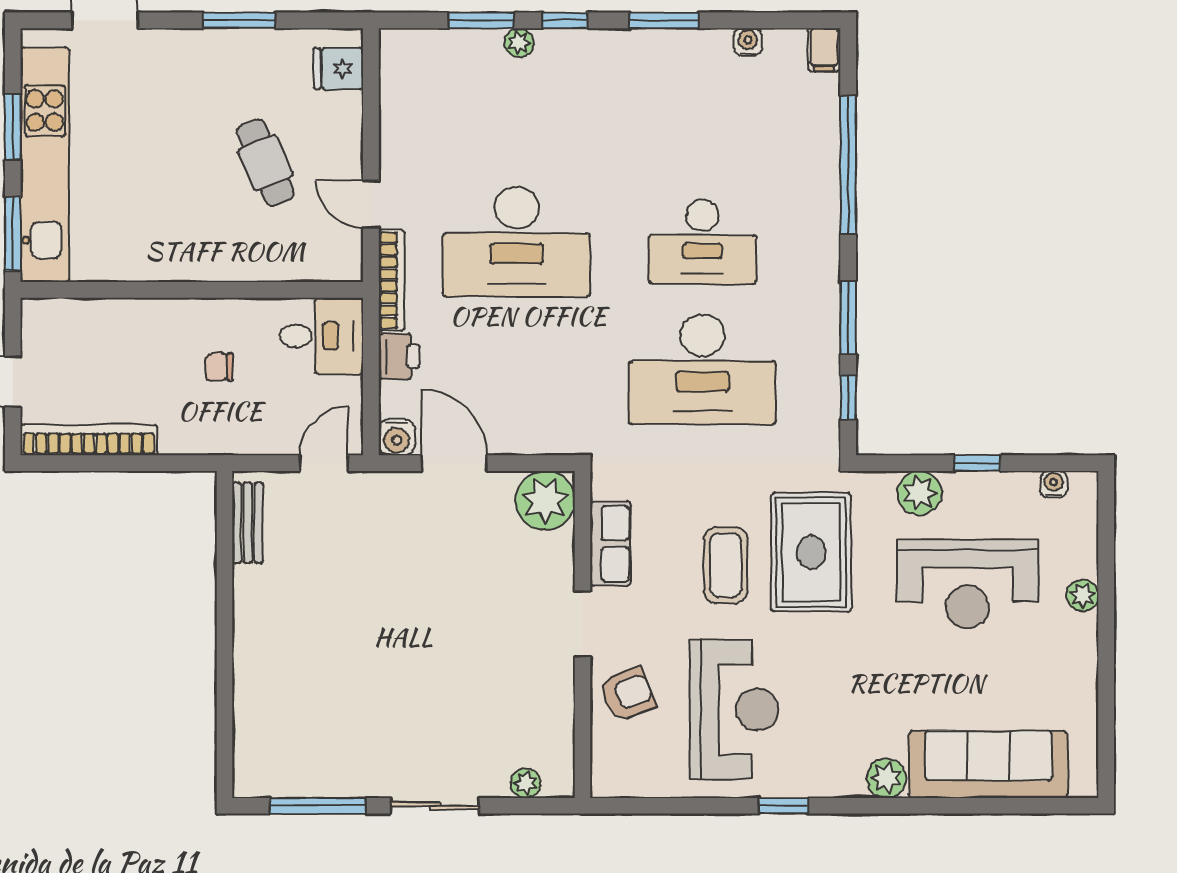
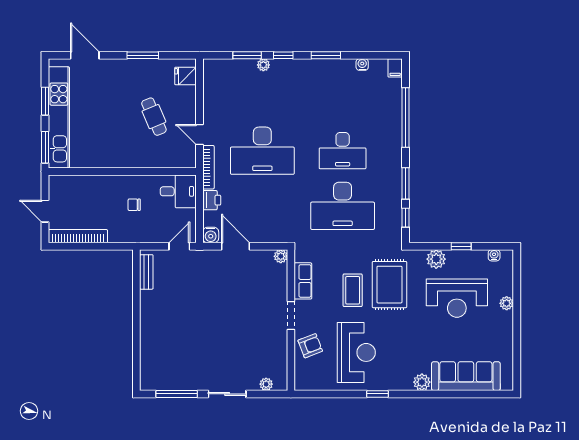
plant: (545, 500) -> (281, 256), width x0.53, depth x0.53

